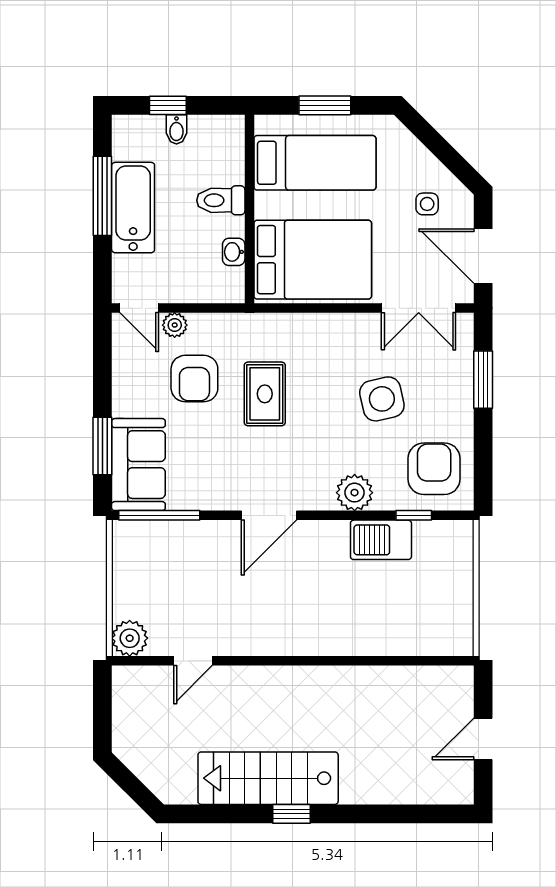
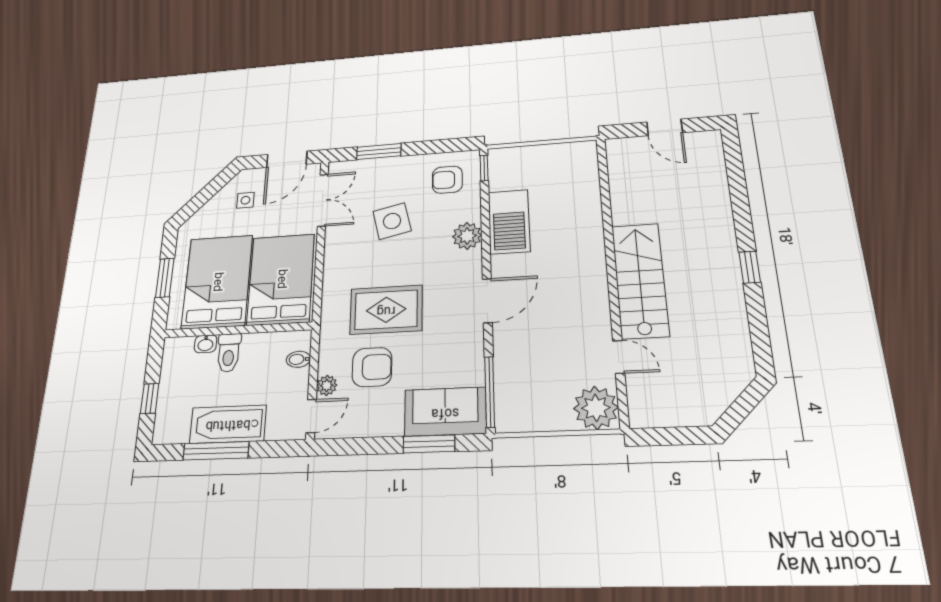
bidet: (176, 129) -> (298, 359), moved, turned 180
bed: (315, 163) -> (217, 282), width x1.50
washbasin: (234, 252) -> (206, 344), moved
rug: (265, 394) -> (386, 310), width x1.36, depth x1.43
armchair: (434, 469) -> (447, 180), width x0.72, depth x0.72
door: (269, 515) -> (487, 301), hinge flipped
window: (414, 515) -> (484, 168), moved
barbecue: (381, 540) -> (509, 222), width x1.37, depth x1.21
plant: (130, 638) -> (596, 408), width x1.36, depth x1.36
stairs: (268, 778) -> (640, 280), moved, turned 180

